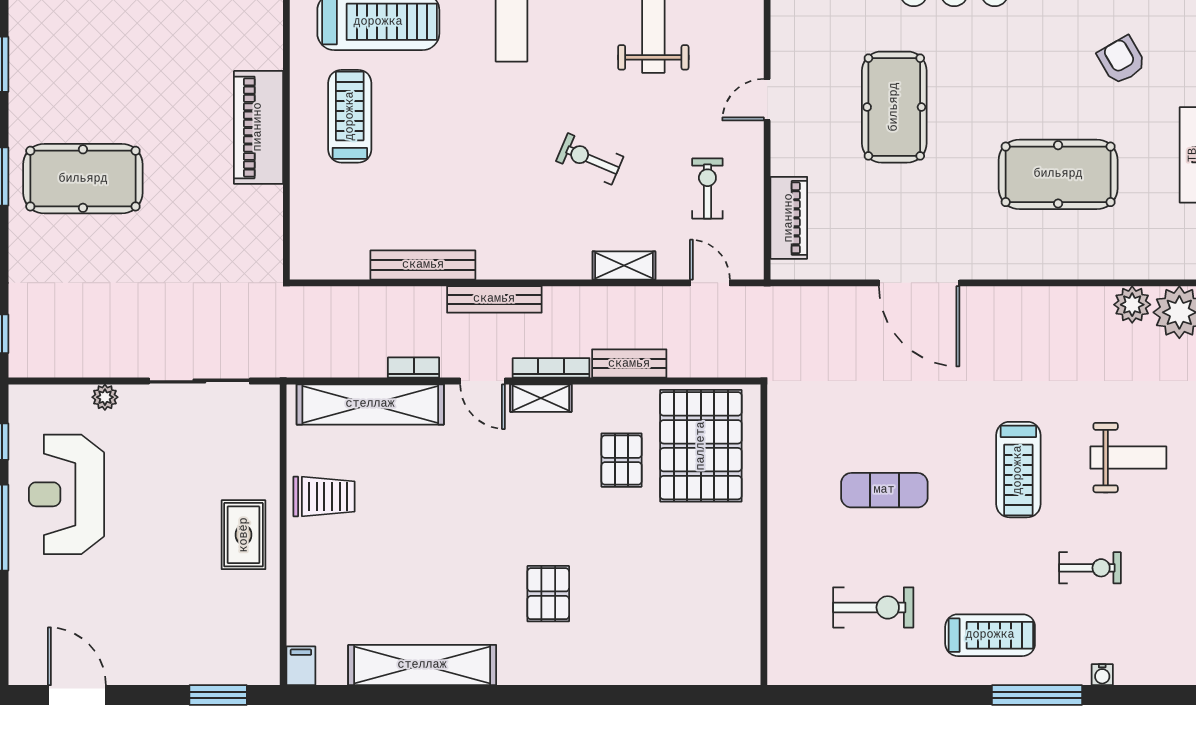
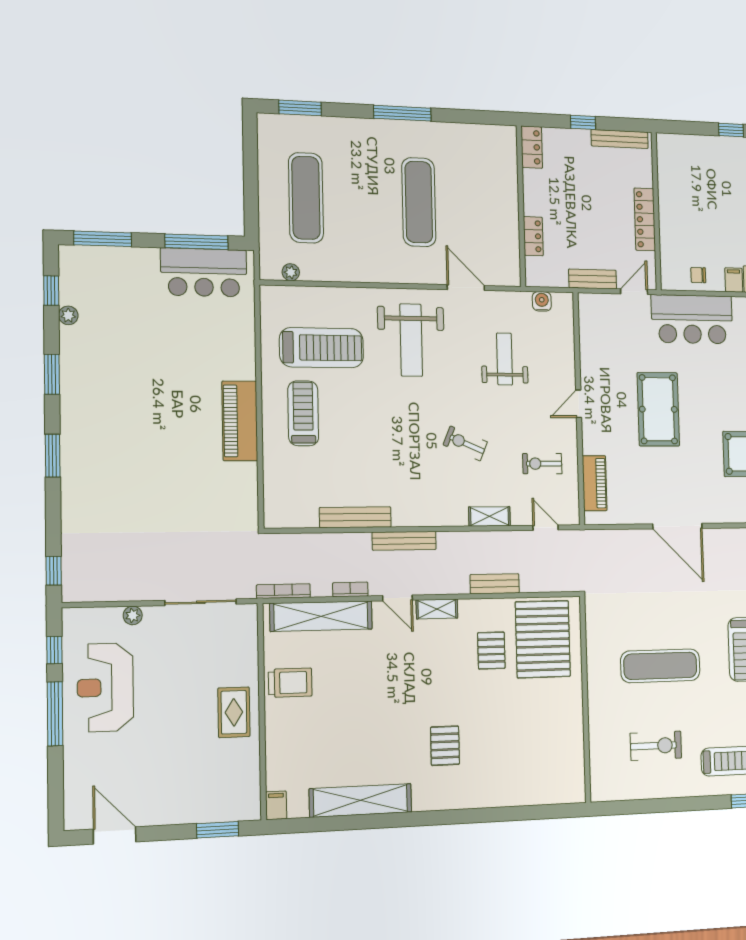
pool table: (83, 179) -> (115, 457), removed
exercise bike: (707, 189) -> (542, 464), turned -90
bookcase: (551, 368) -> (283, 591), moved
exercise mat: (884, 490) -> (660, 666), width x1.36, depth x1.45

